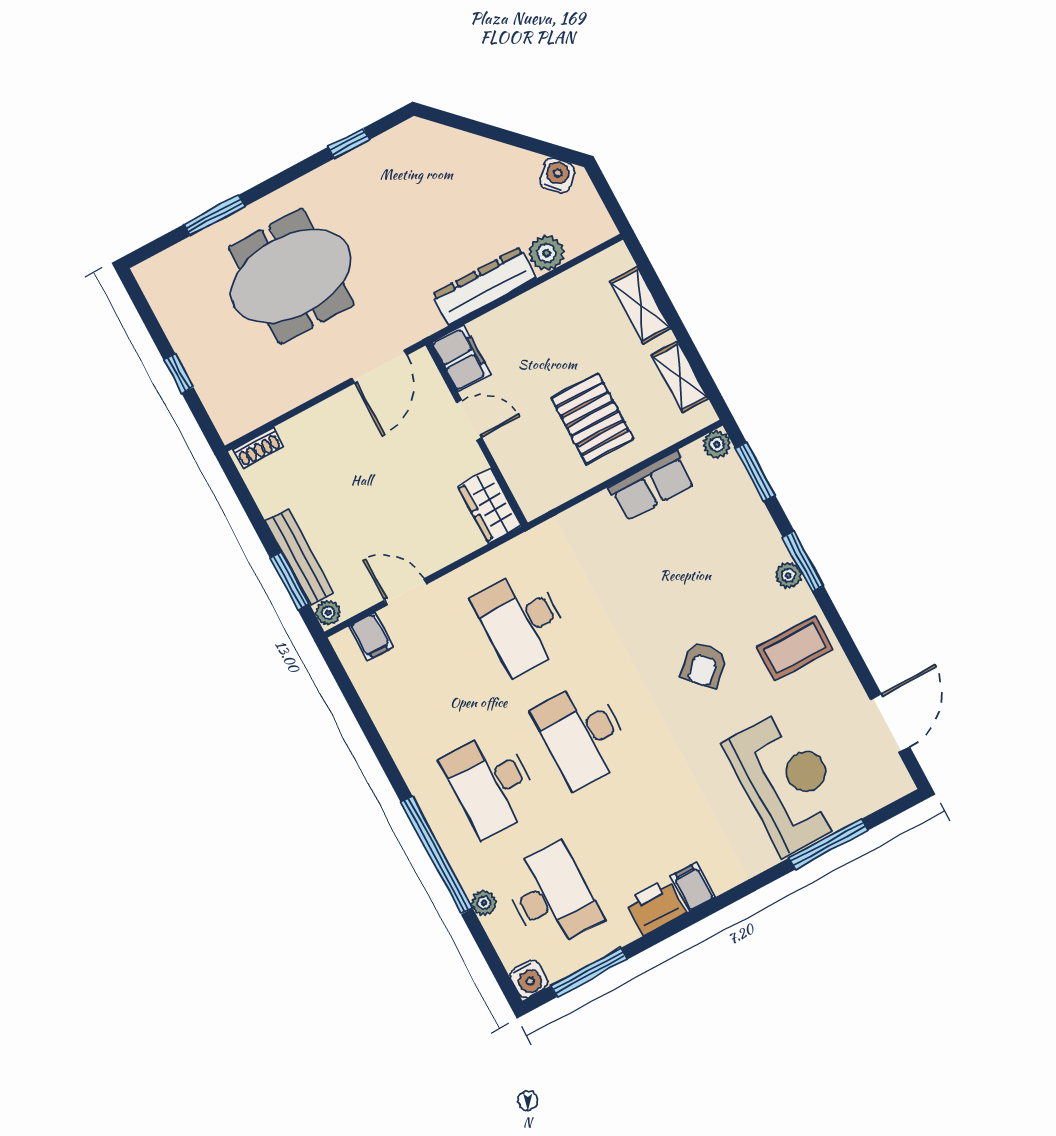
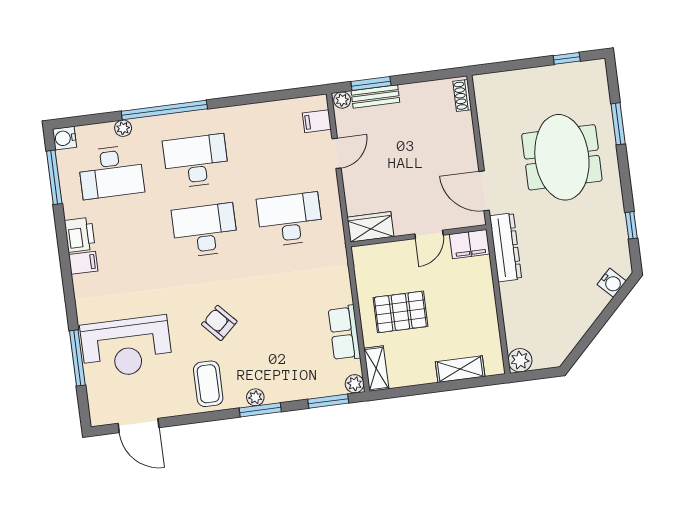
water cooler: (557, 175) -> (612, 283), moved
plant: (546, 253) -> (520, 360), moved
dresser: (484, 286) -> (506, 247), moved
window: (178, 373) -> (567, 58), moved
shelving: (680, 377) -> (376, 369), moved, turned 90
bench: (299, 557) -> (375, 96), width x0.73

